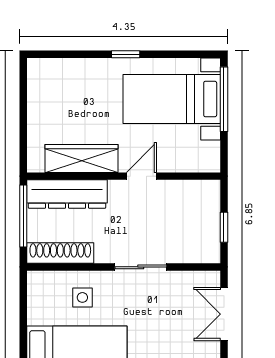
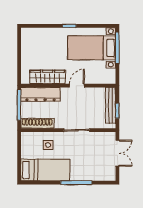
bench: (210, 216) -> (111, 105), added
double door: (224, 314) -> (117, 153), swing flipped

